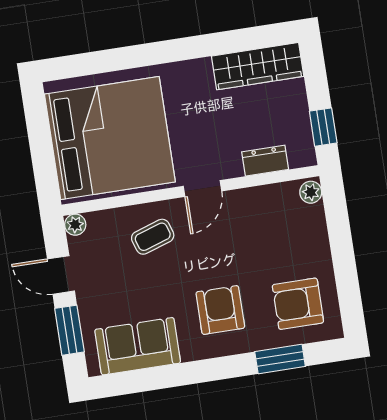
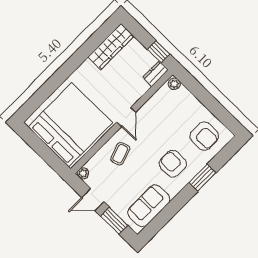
dresser: (265, 161) -> (155, 74), moved
armchair: (298, 304) -> (204, 136), turned -90
window: (280, 359) -> (203, 178), moved

